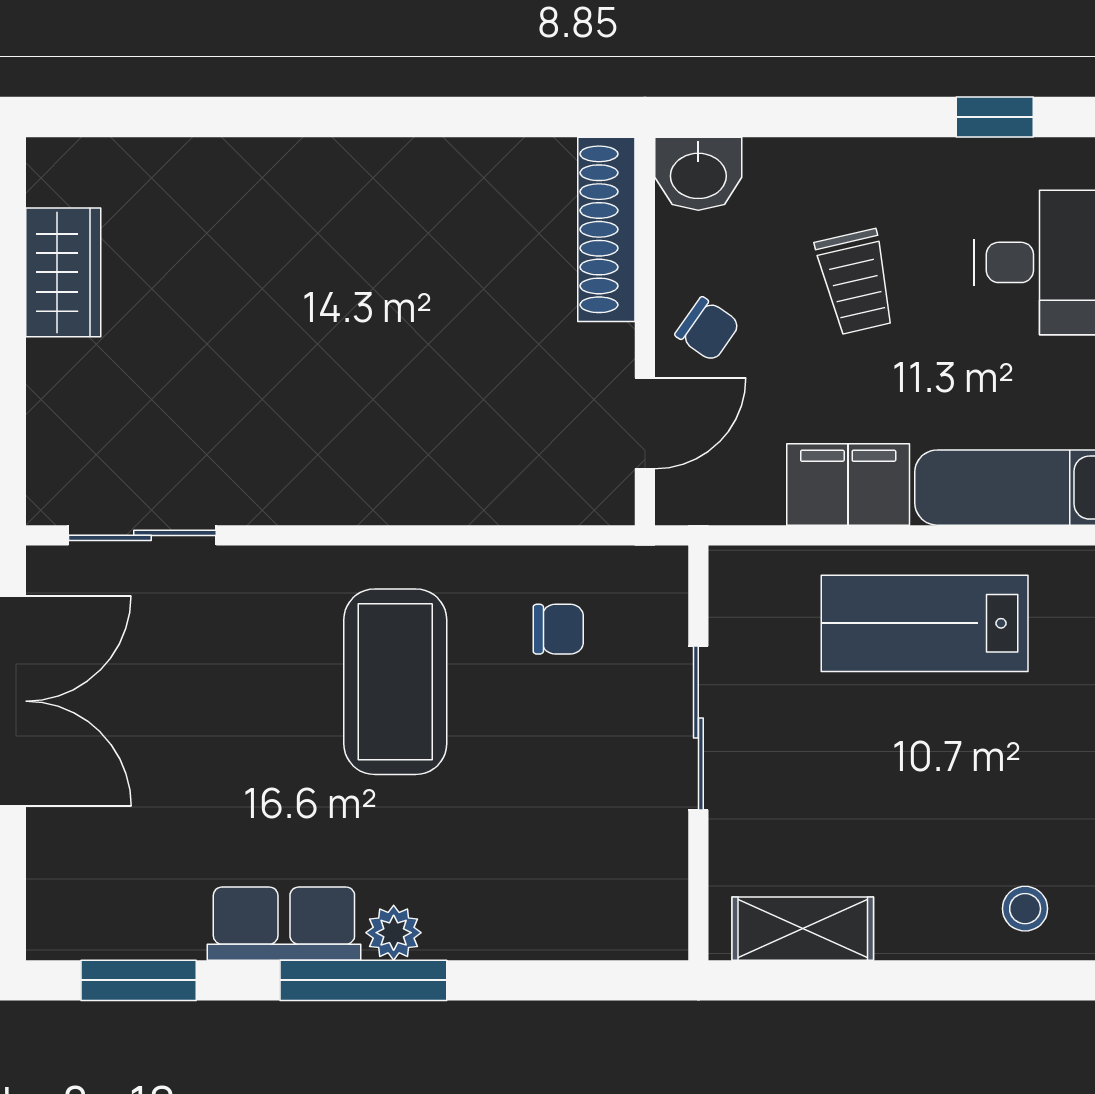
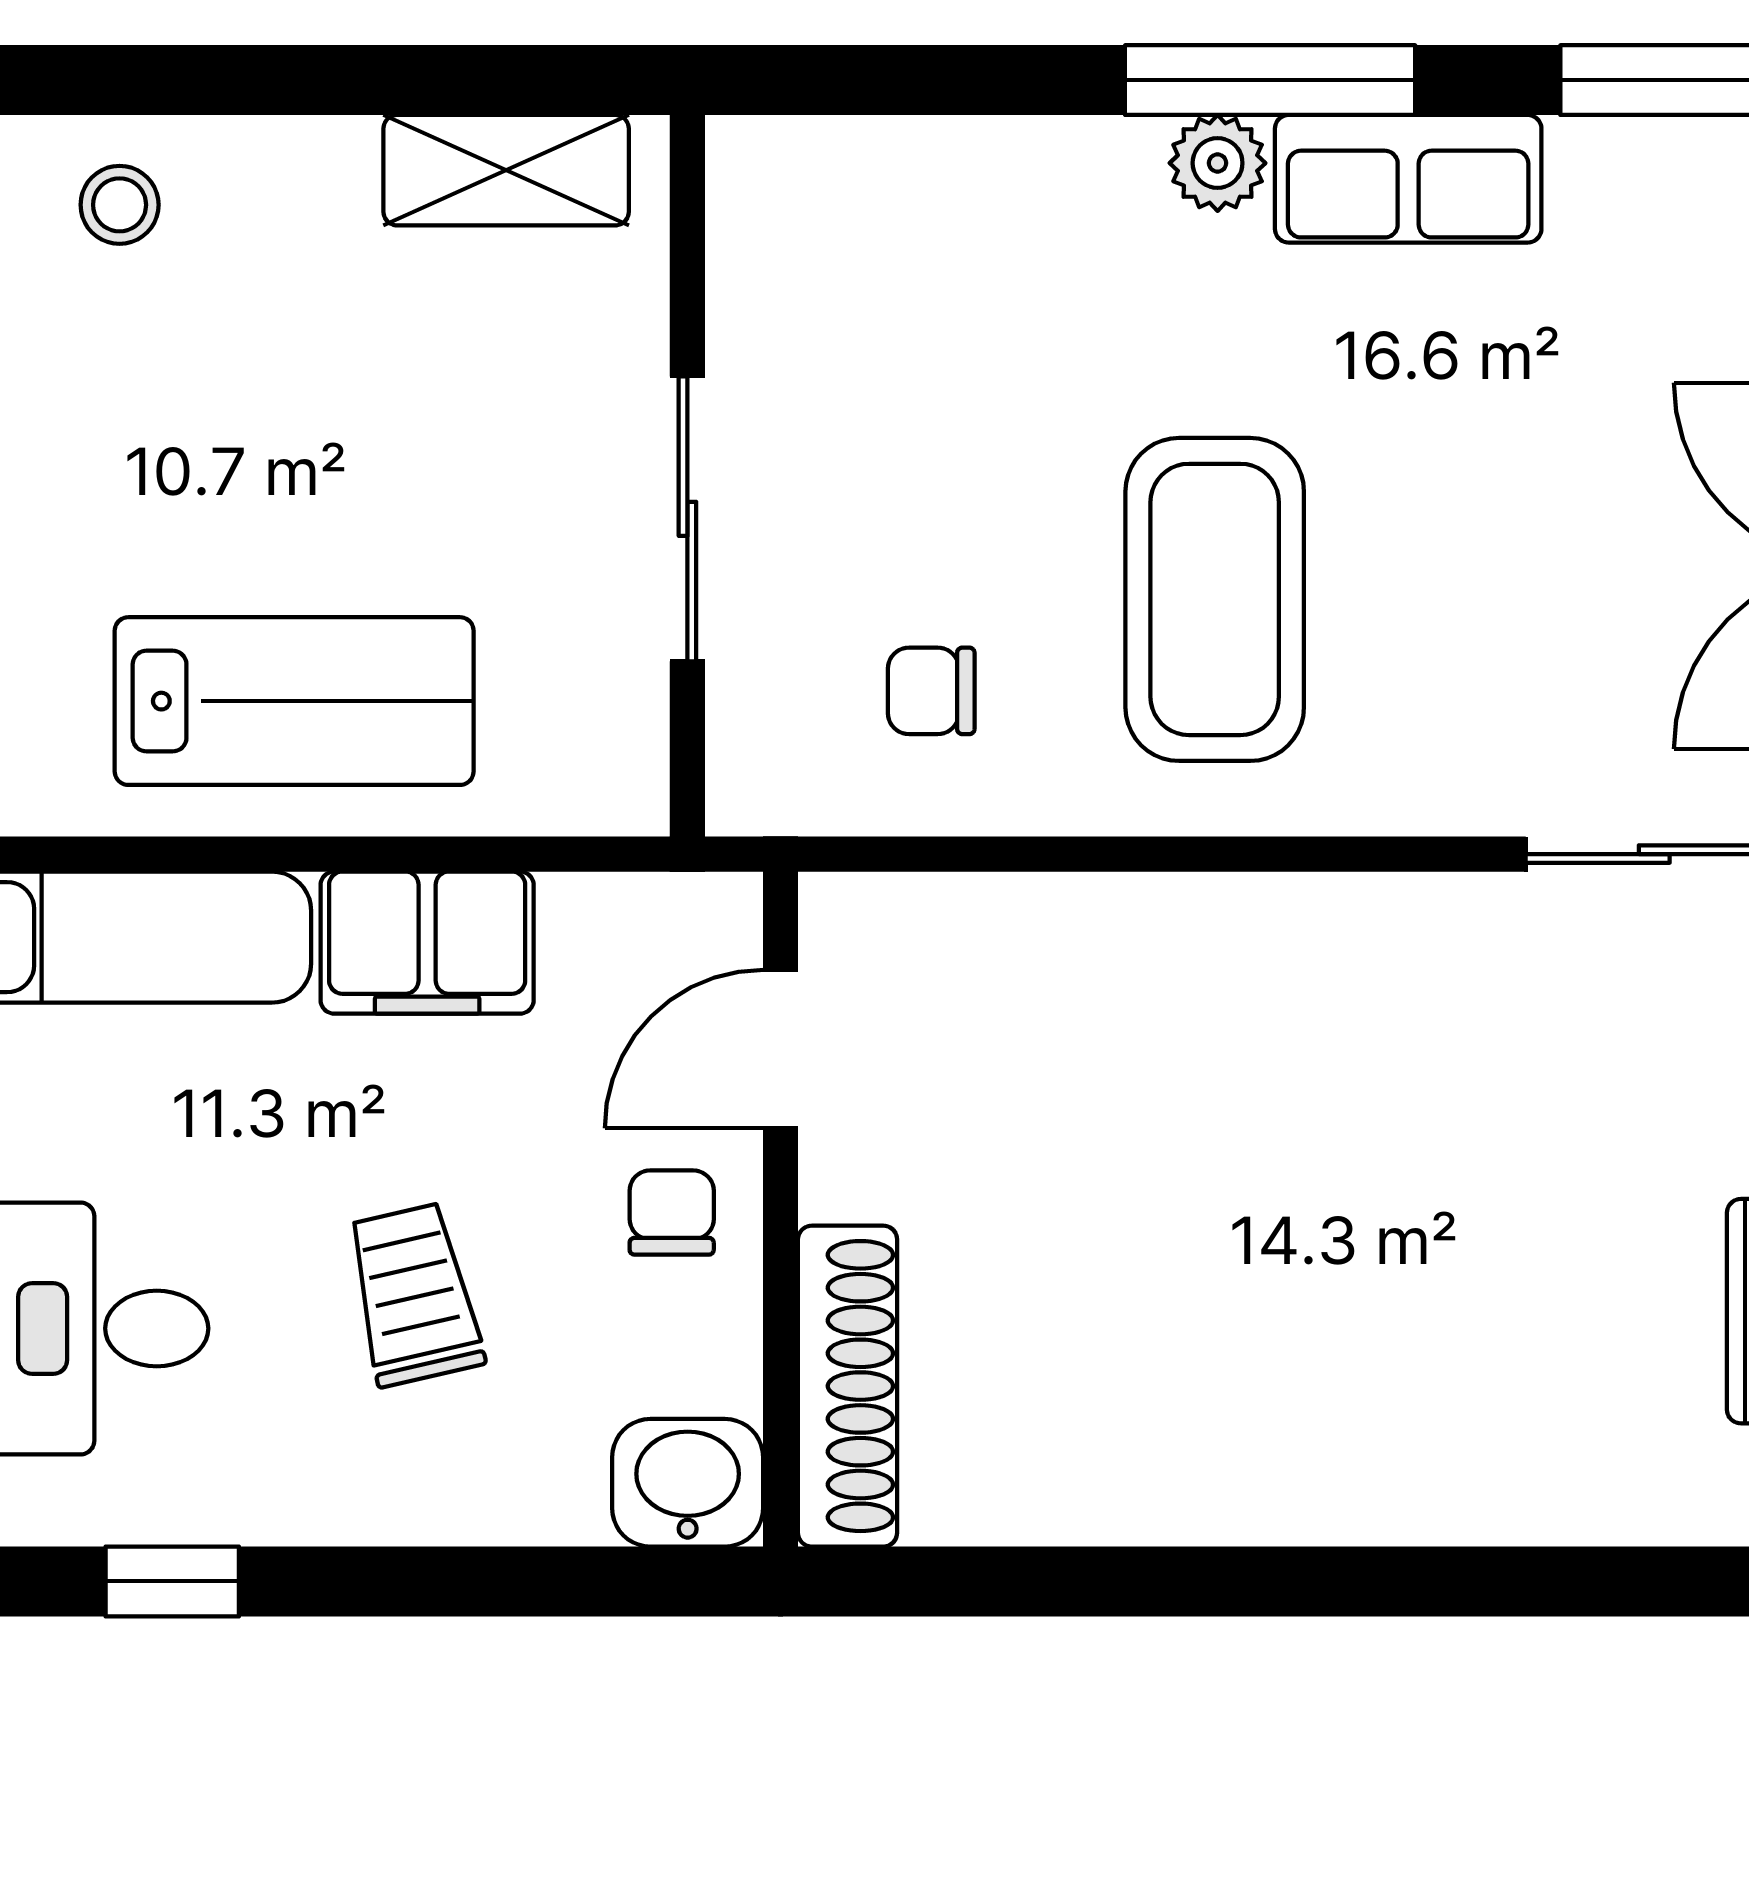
chair: (708, 329) -> (672, 1213), turned 55

